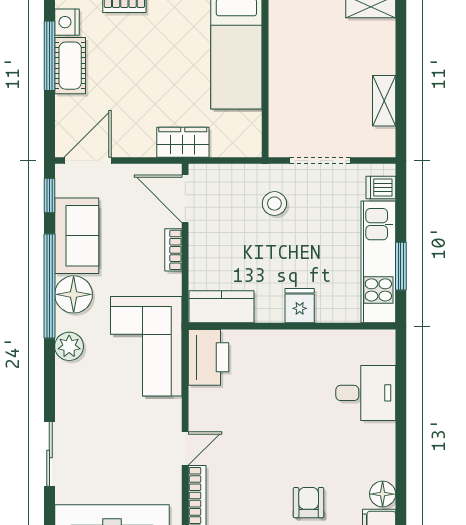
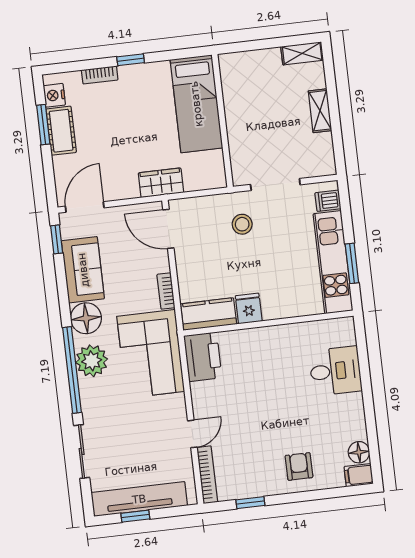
window: (49, 56) -> (43, 125), width x0.69
shelving: (384, 101) -> (320, 111), moved
bookcase: (173, 250) -> (166, 291), moved
window: (49, 286) -> (72, 370), moved
fridge: (300, 306) -> (249, 308), moved
plant: (69, 346) -> (92, 361), width x1.36, depth x1.36

